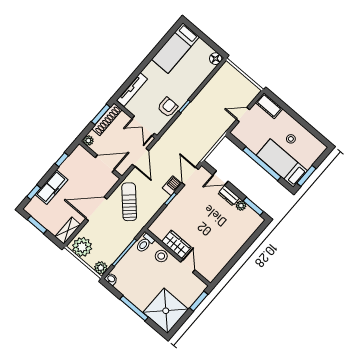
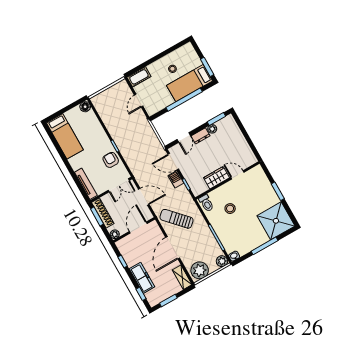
toilet: (145, 243) -> (206, 203), moved
wardrobe: (176, 244) -> (216, 178), moved
wall: (178, 257) -> (227, 181), moved
door: (188, 266) -> (237, 175), moved

